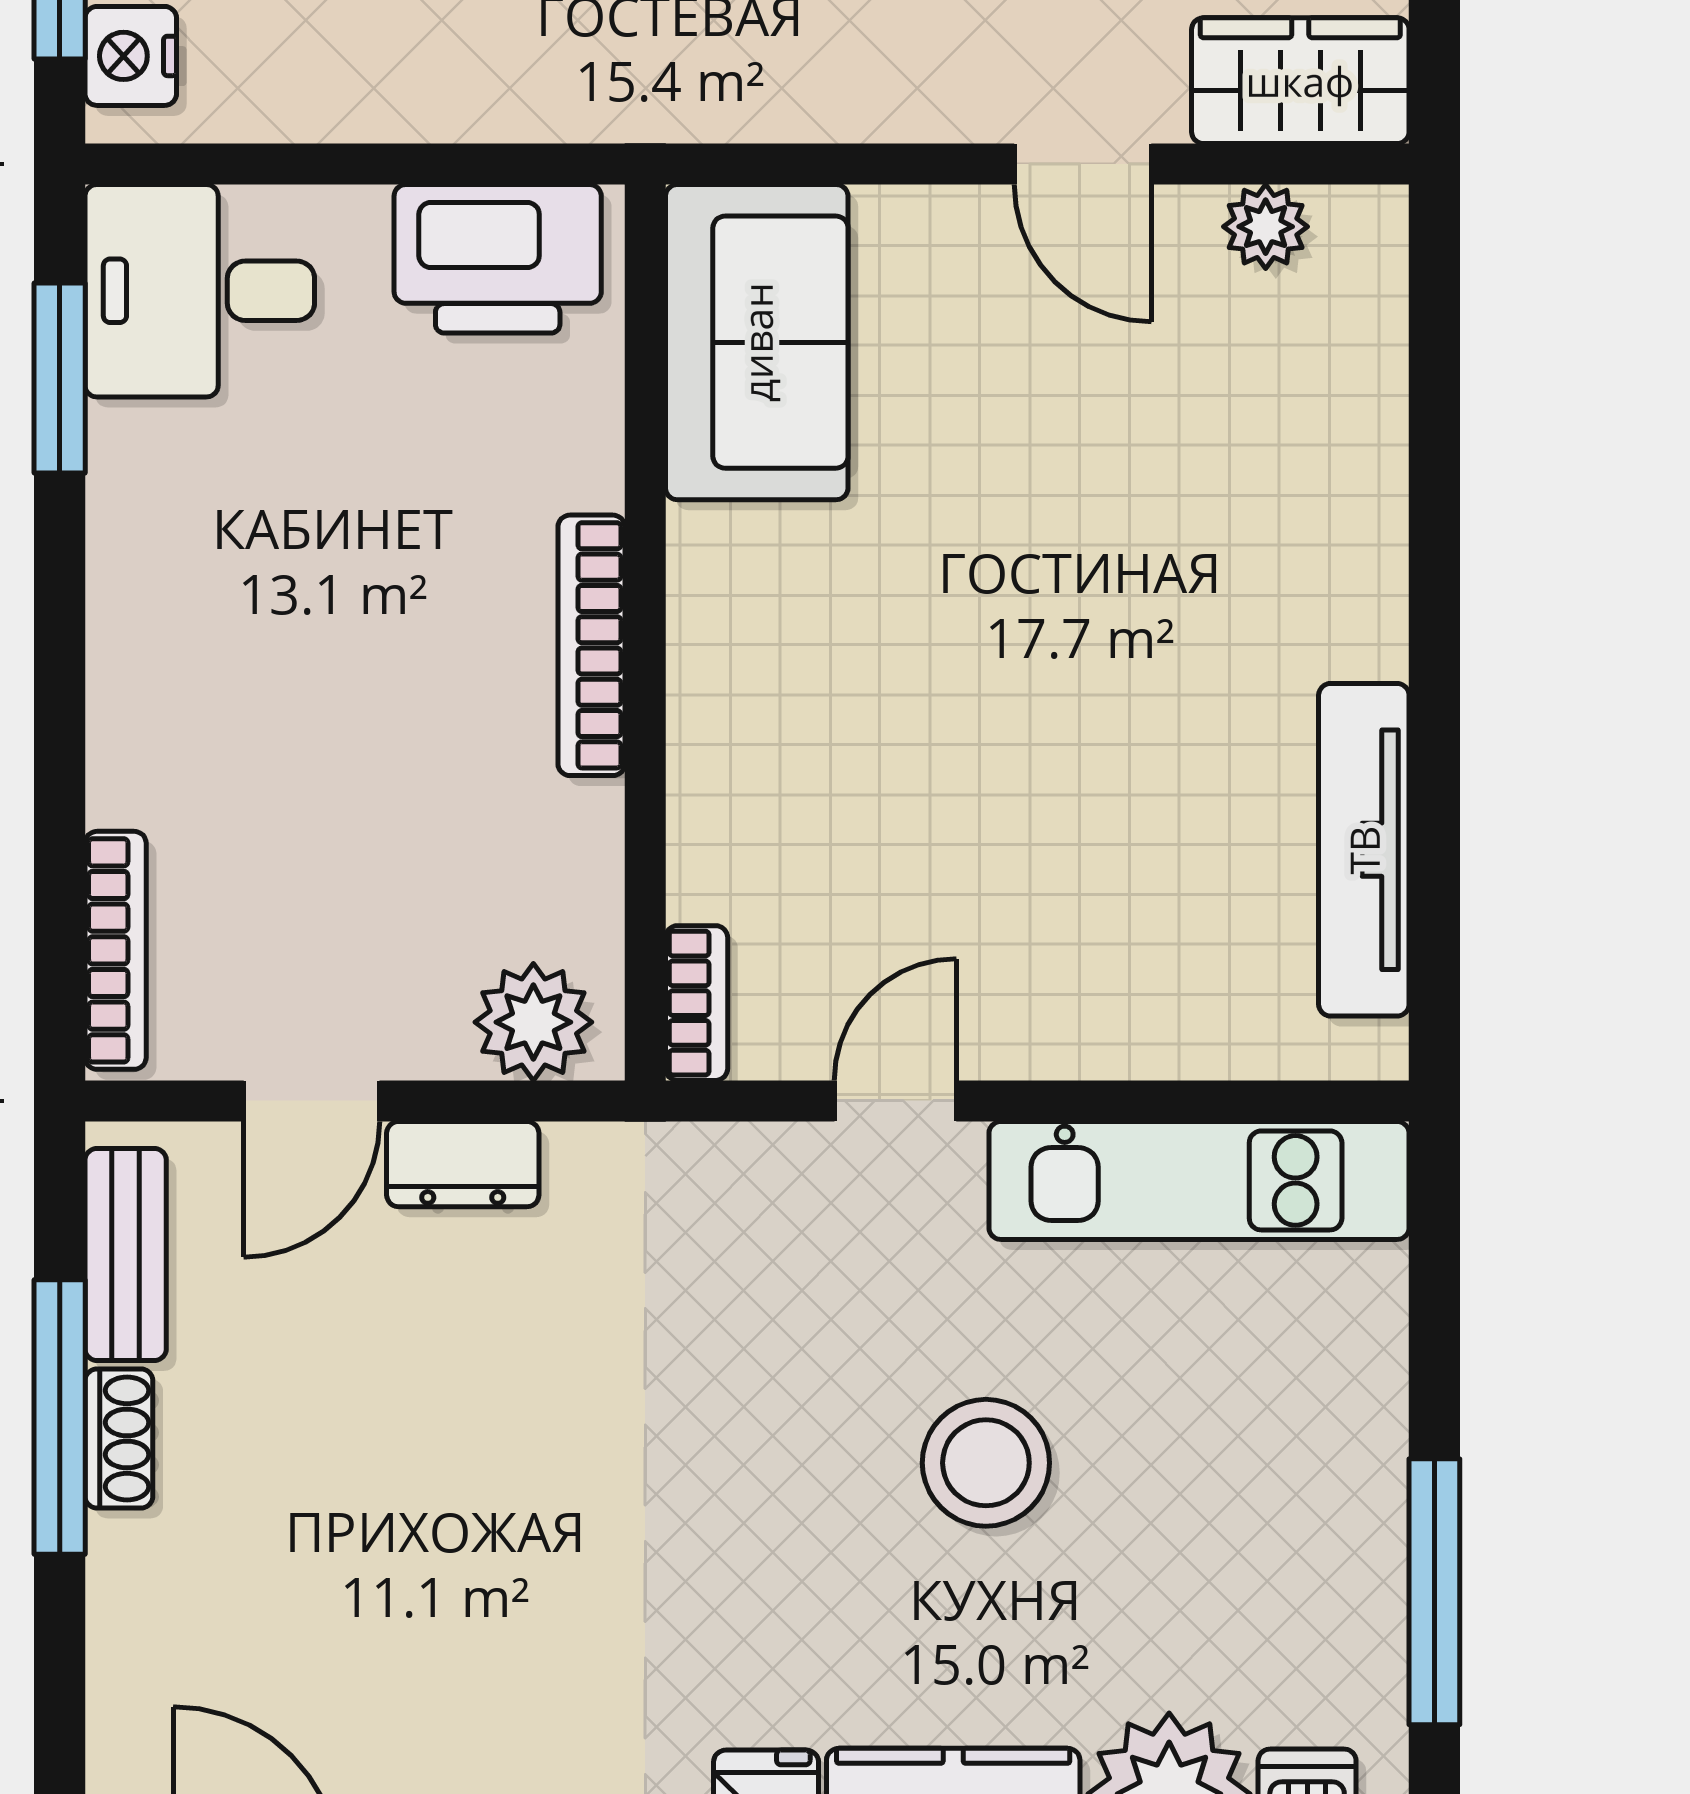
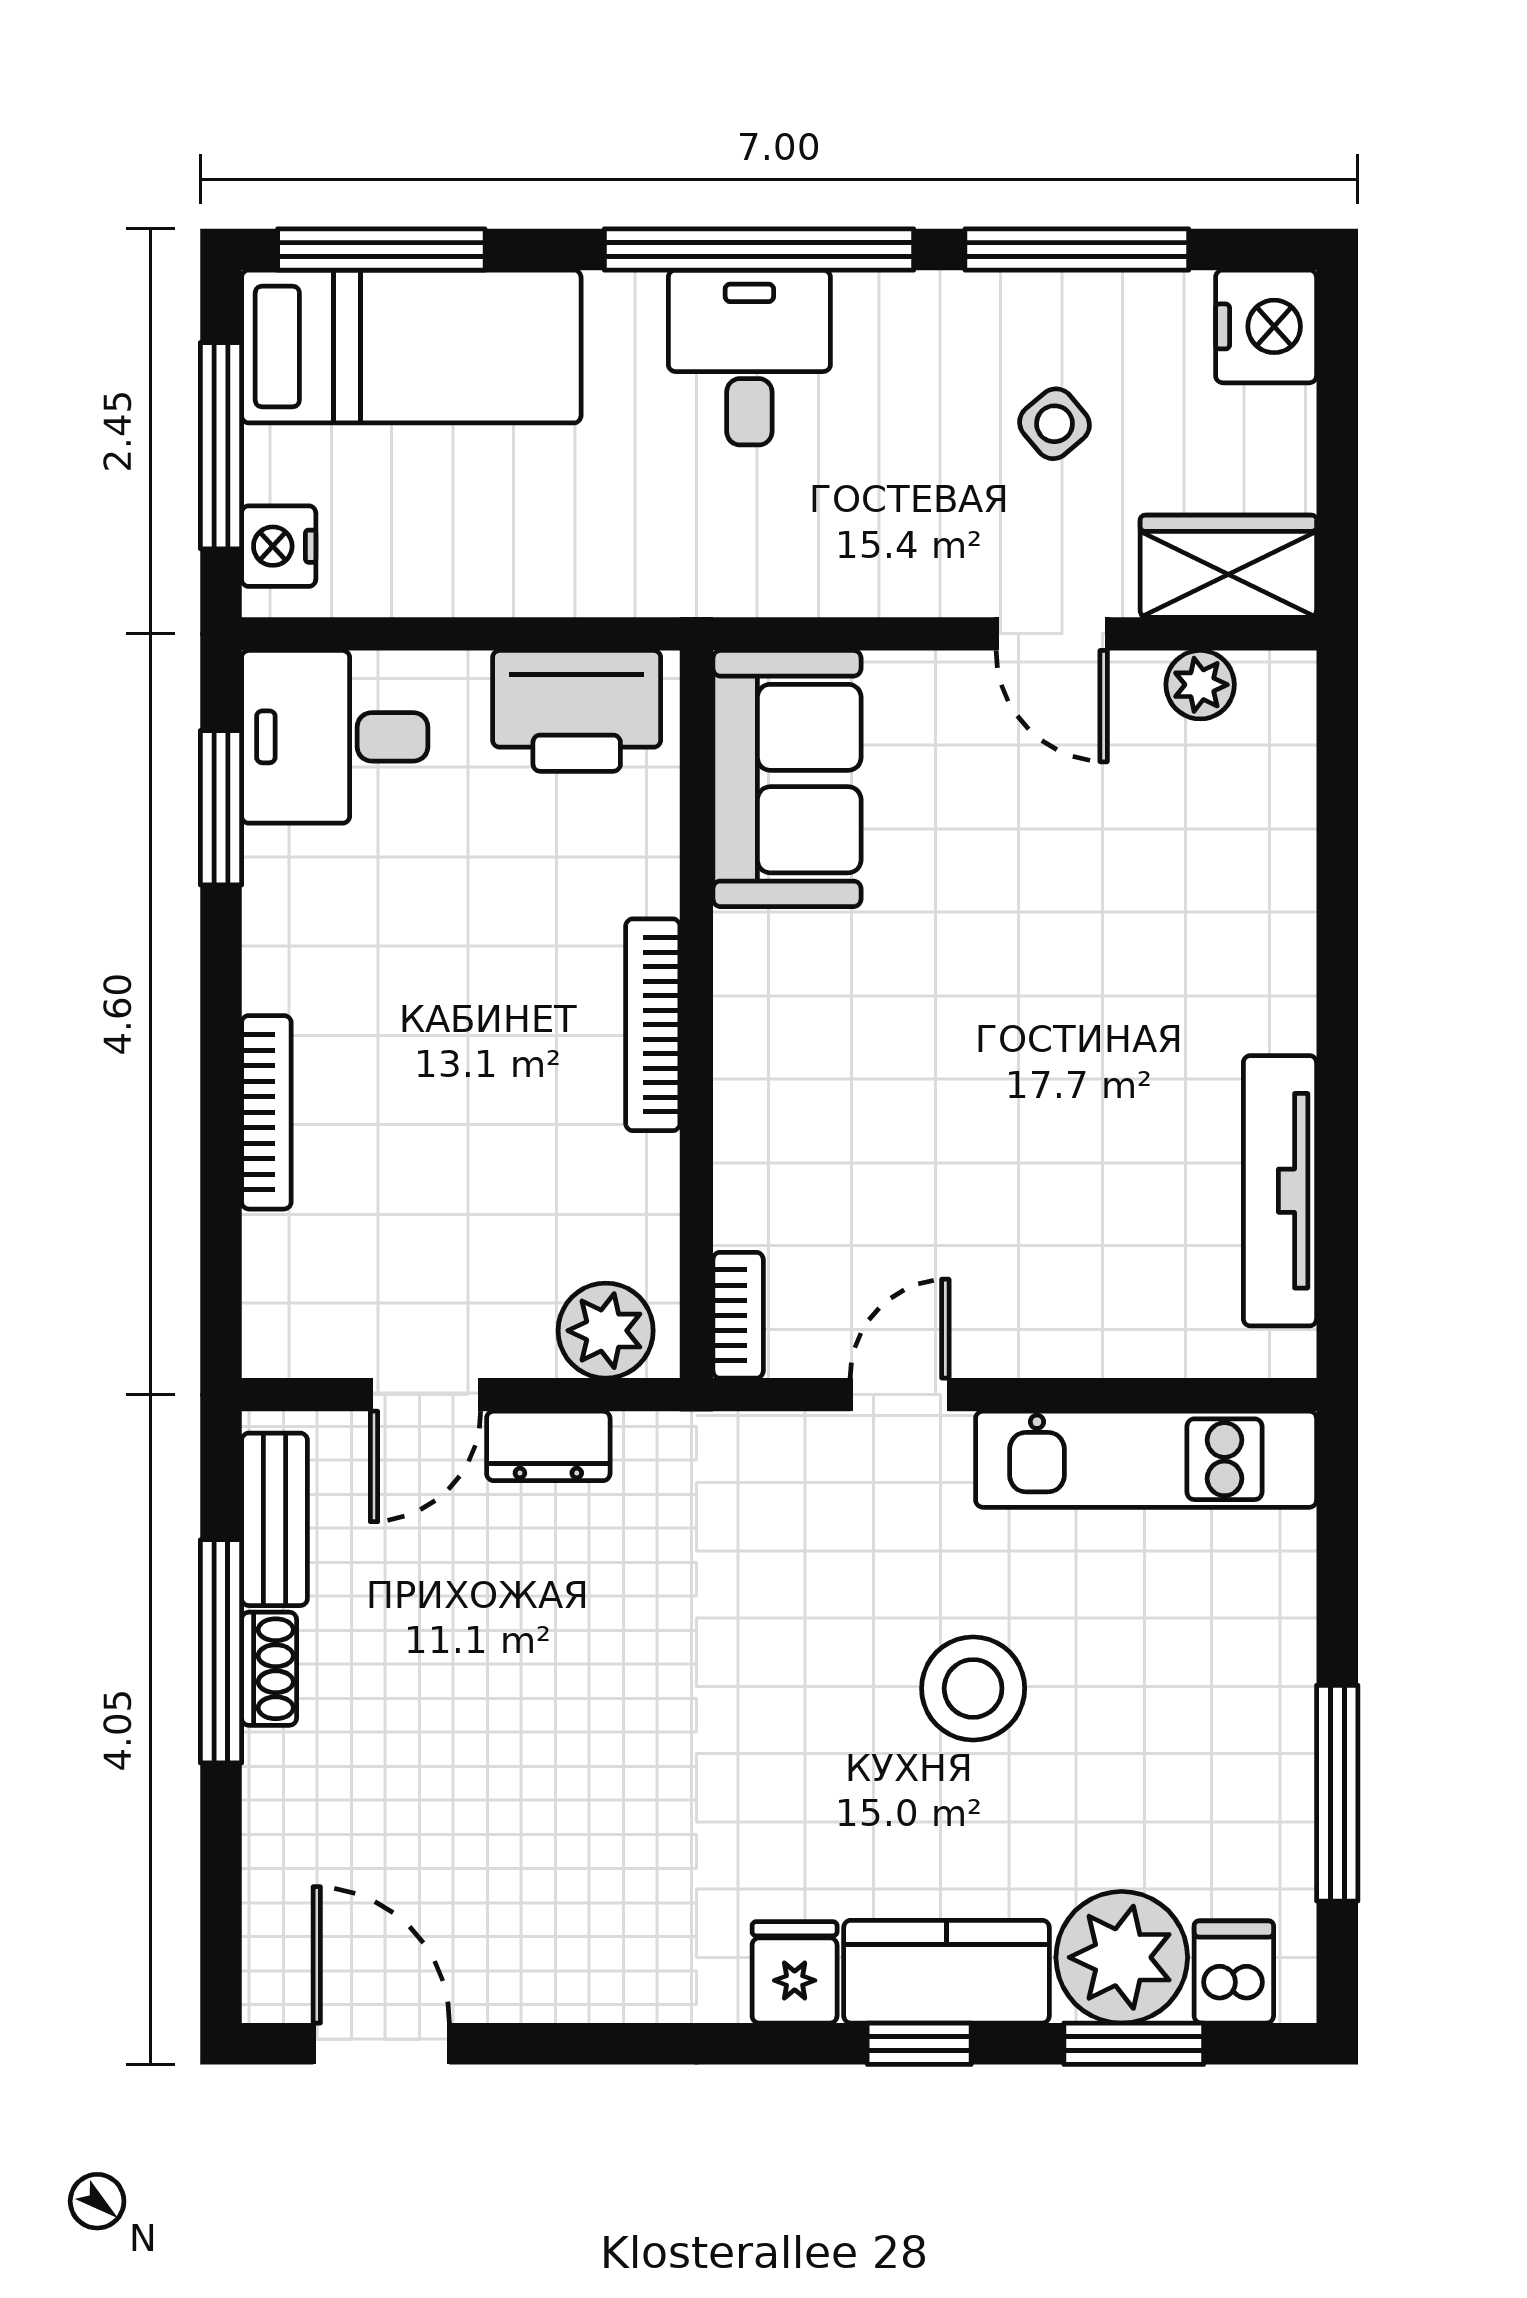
bookcase: (116, 950) -> (266, 1112), moved

